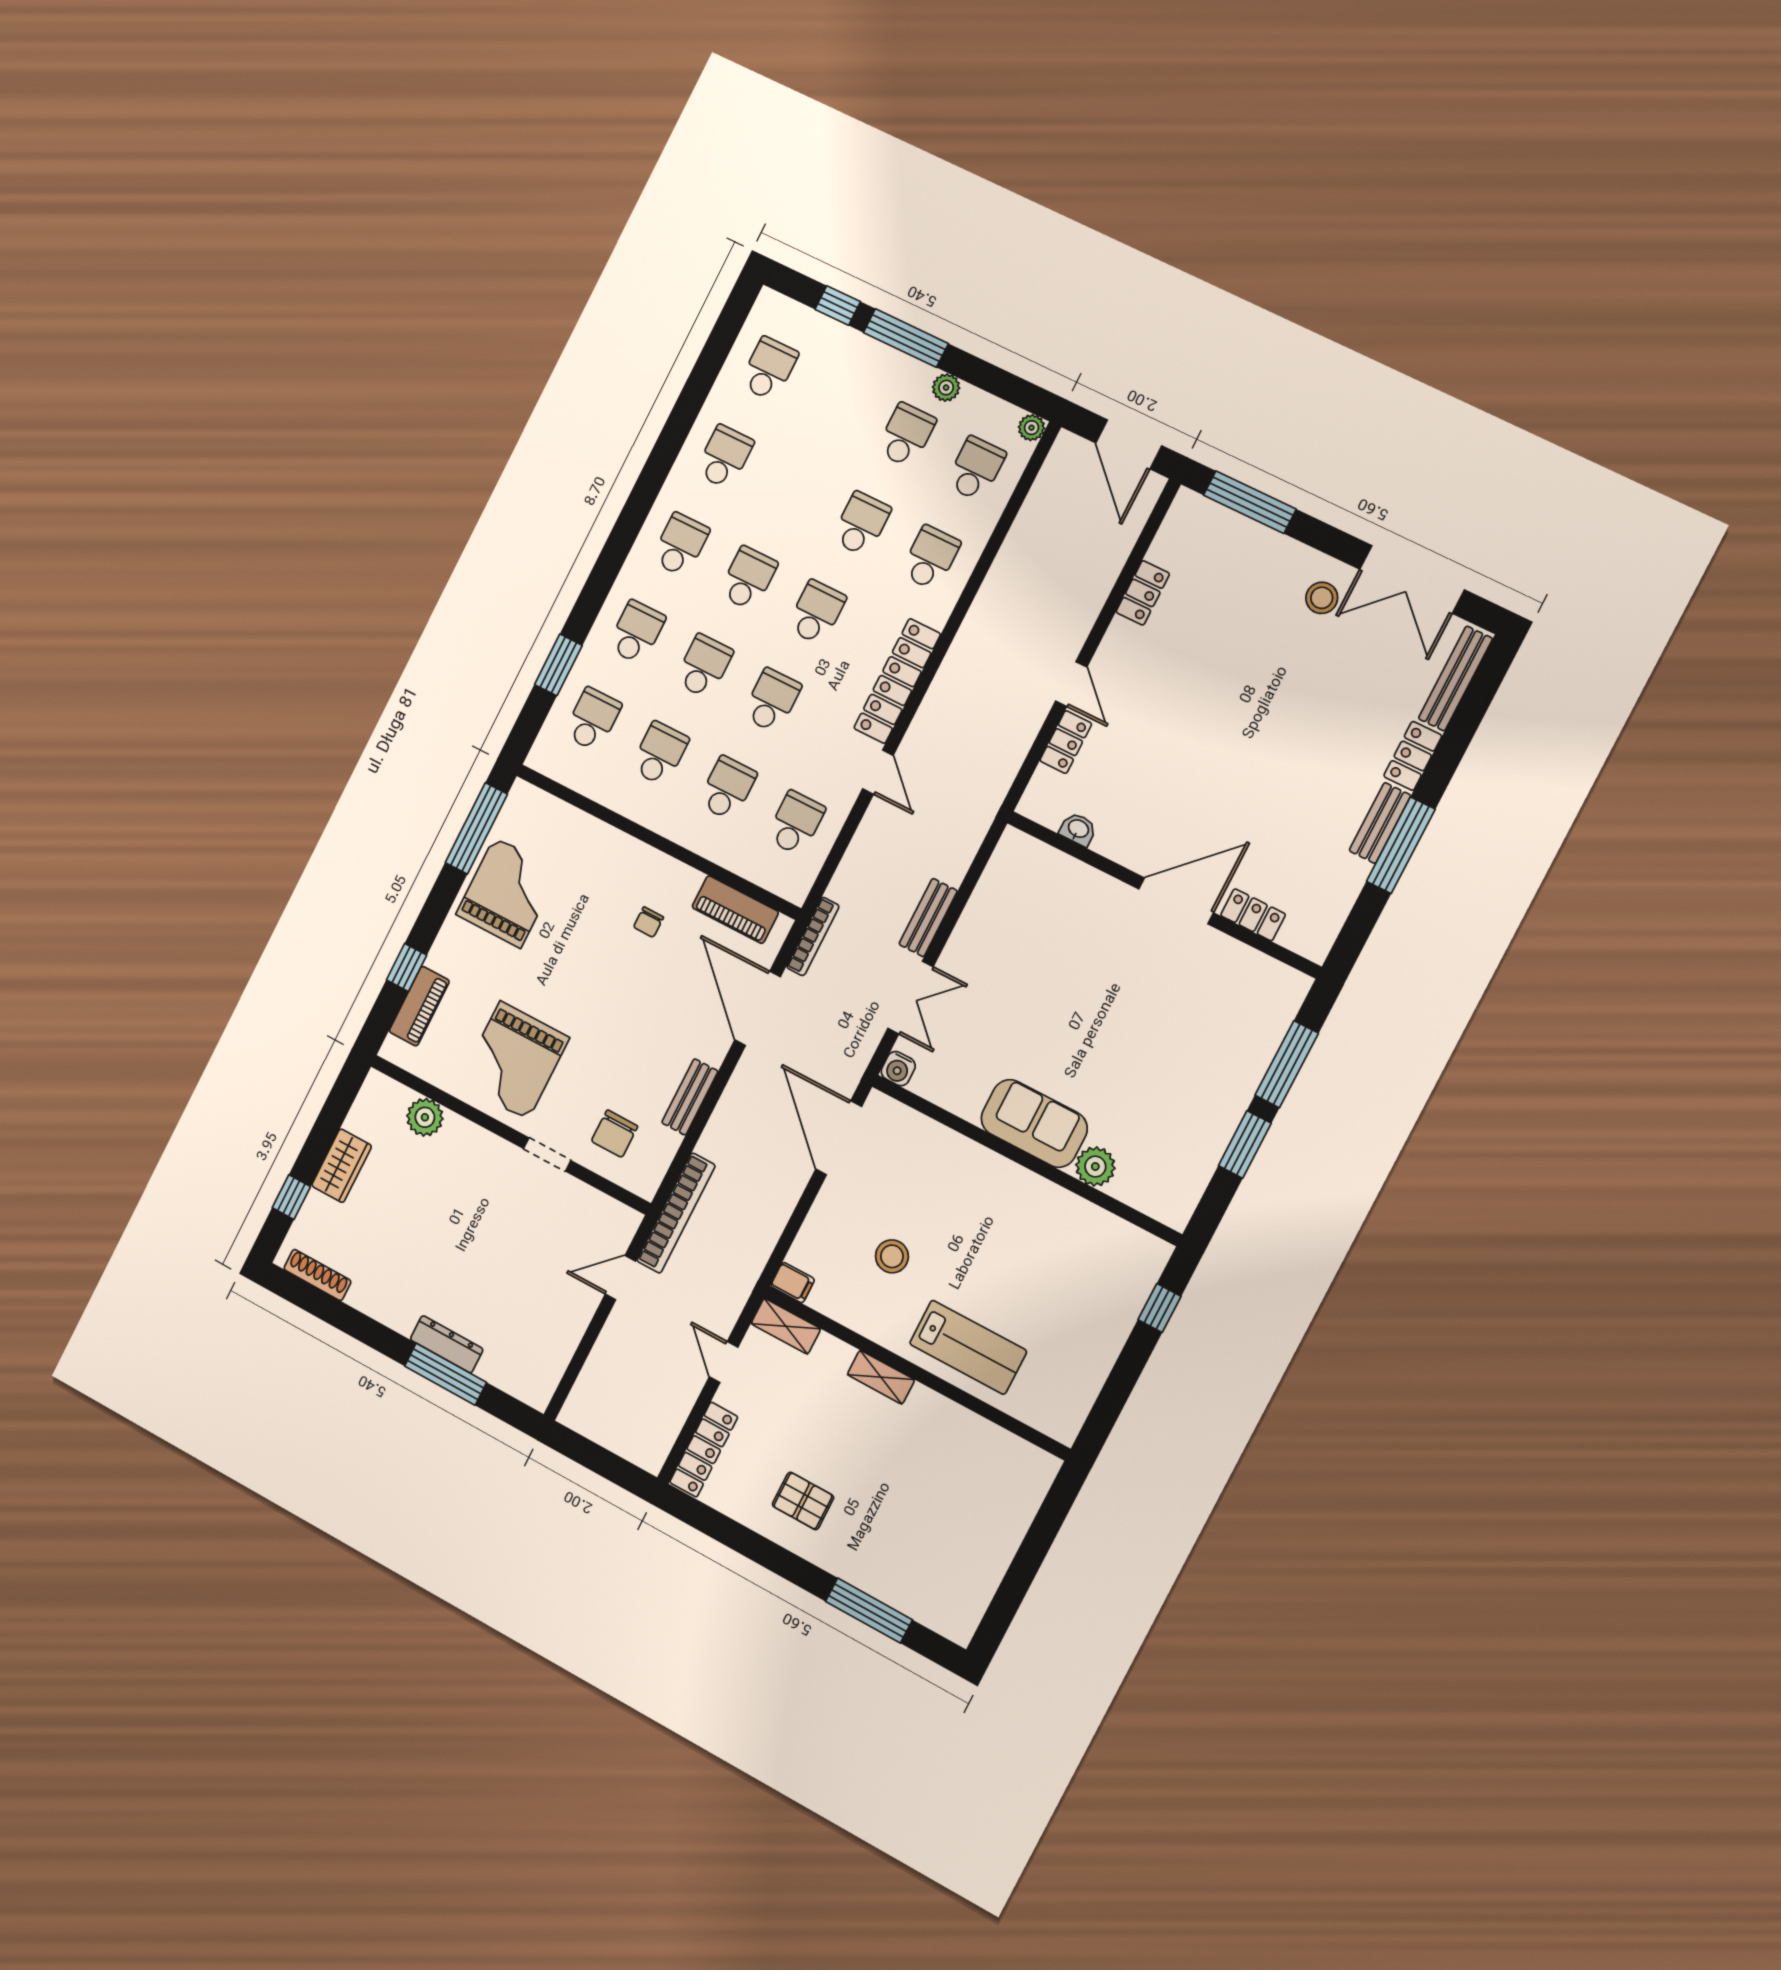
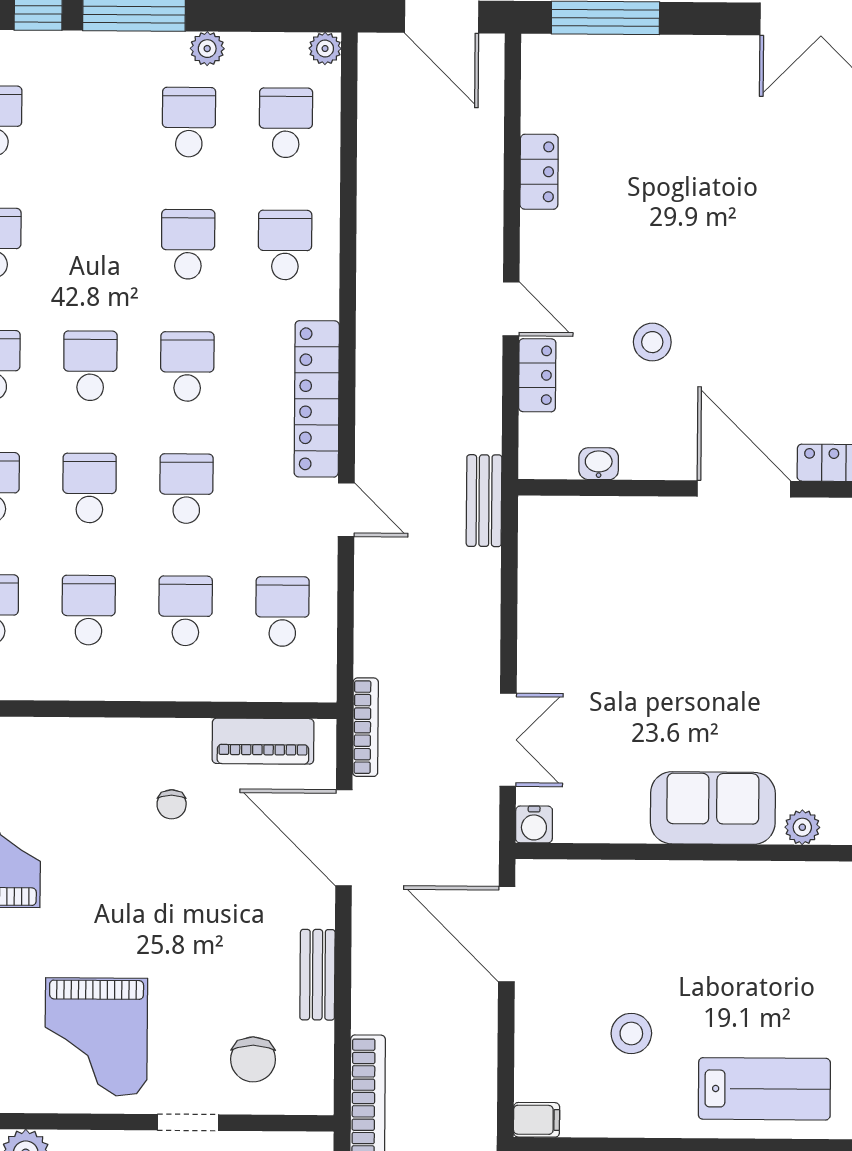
stool: (1322, 598) -> (652, 342), moved
door: (1176, 901) -> (744, 489), hinge flipped
bench: (928, 918) -> (484, 501), moved
plant: (1095, 1167) -> (802, 827), width x0.73, depth x0.73

